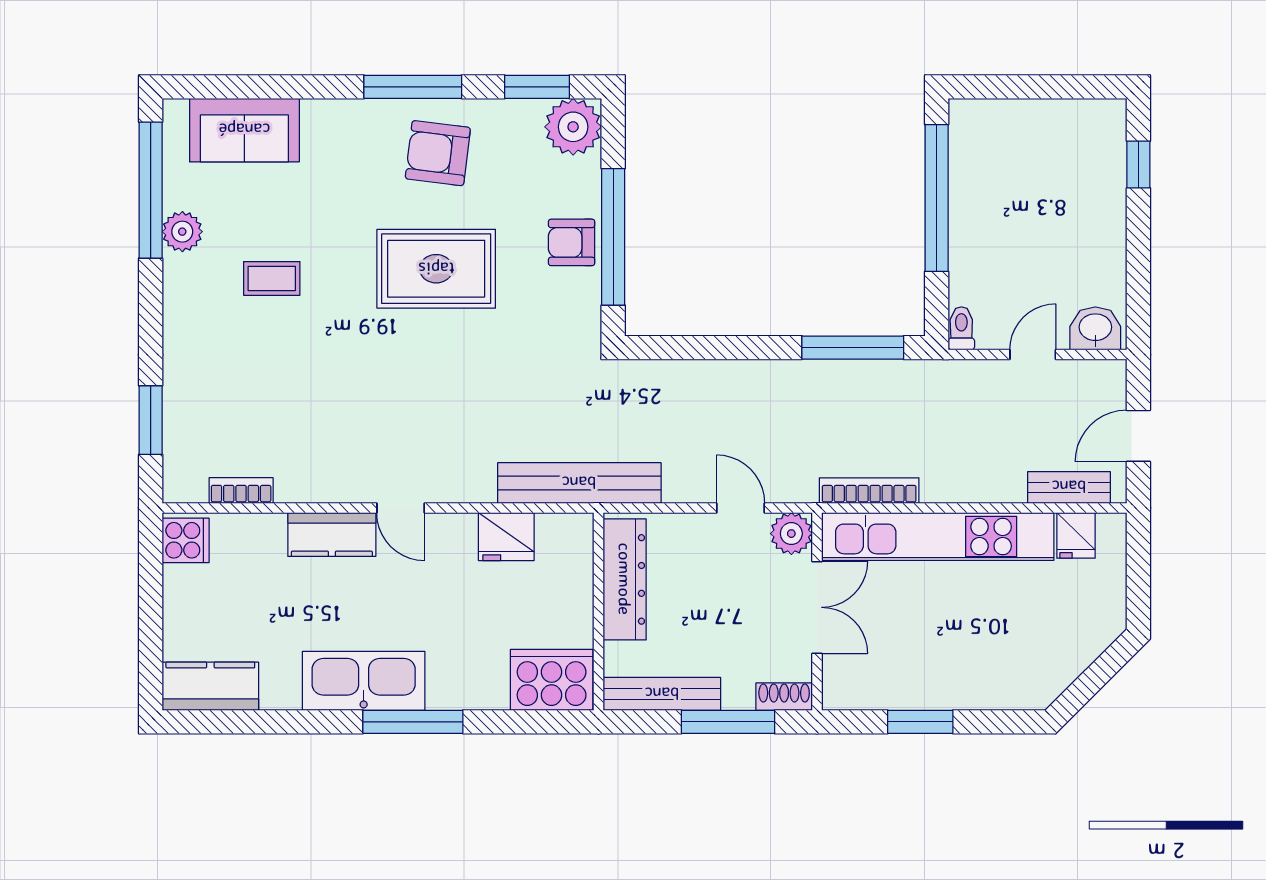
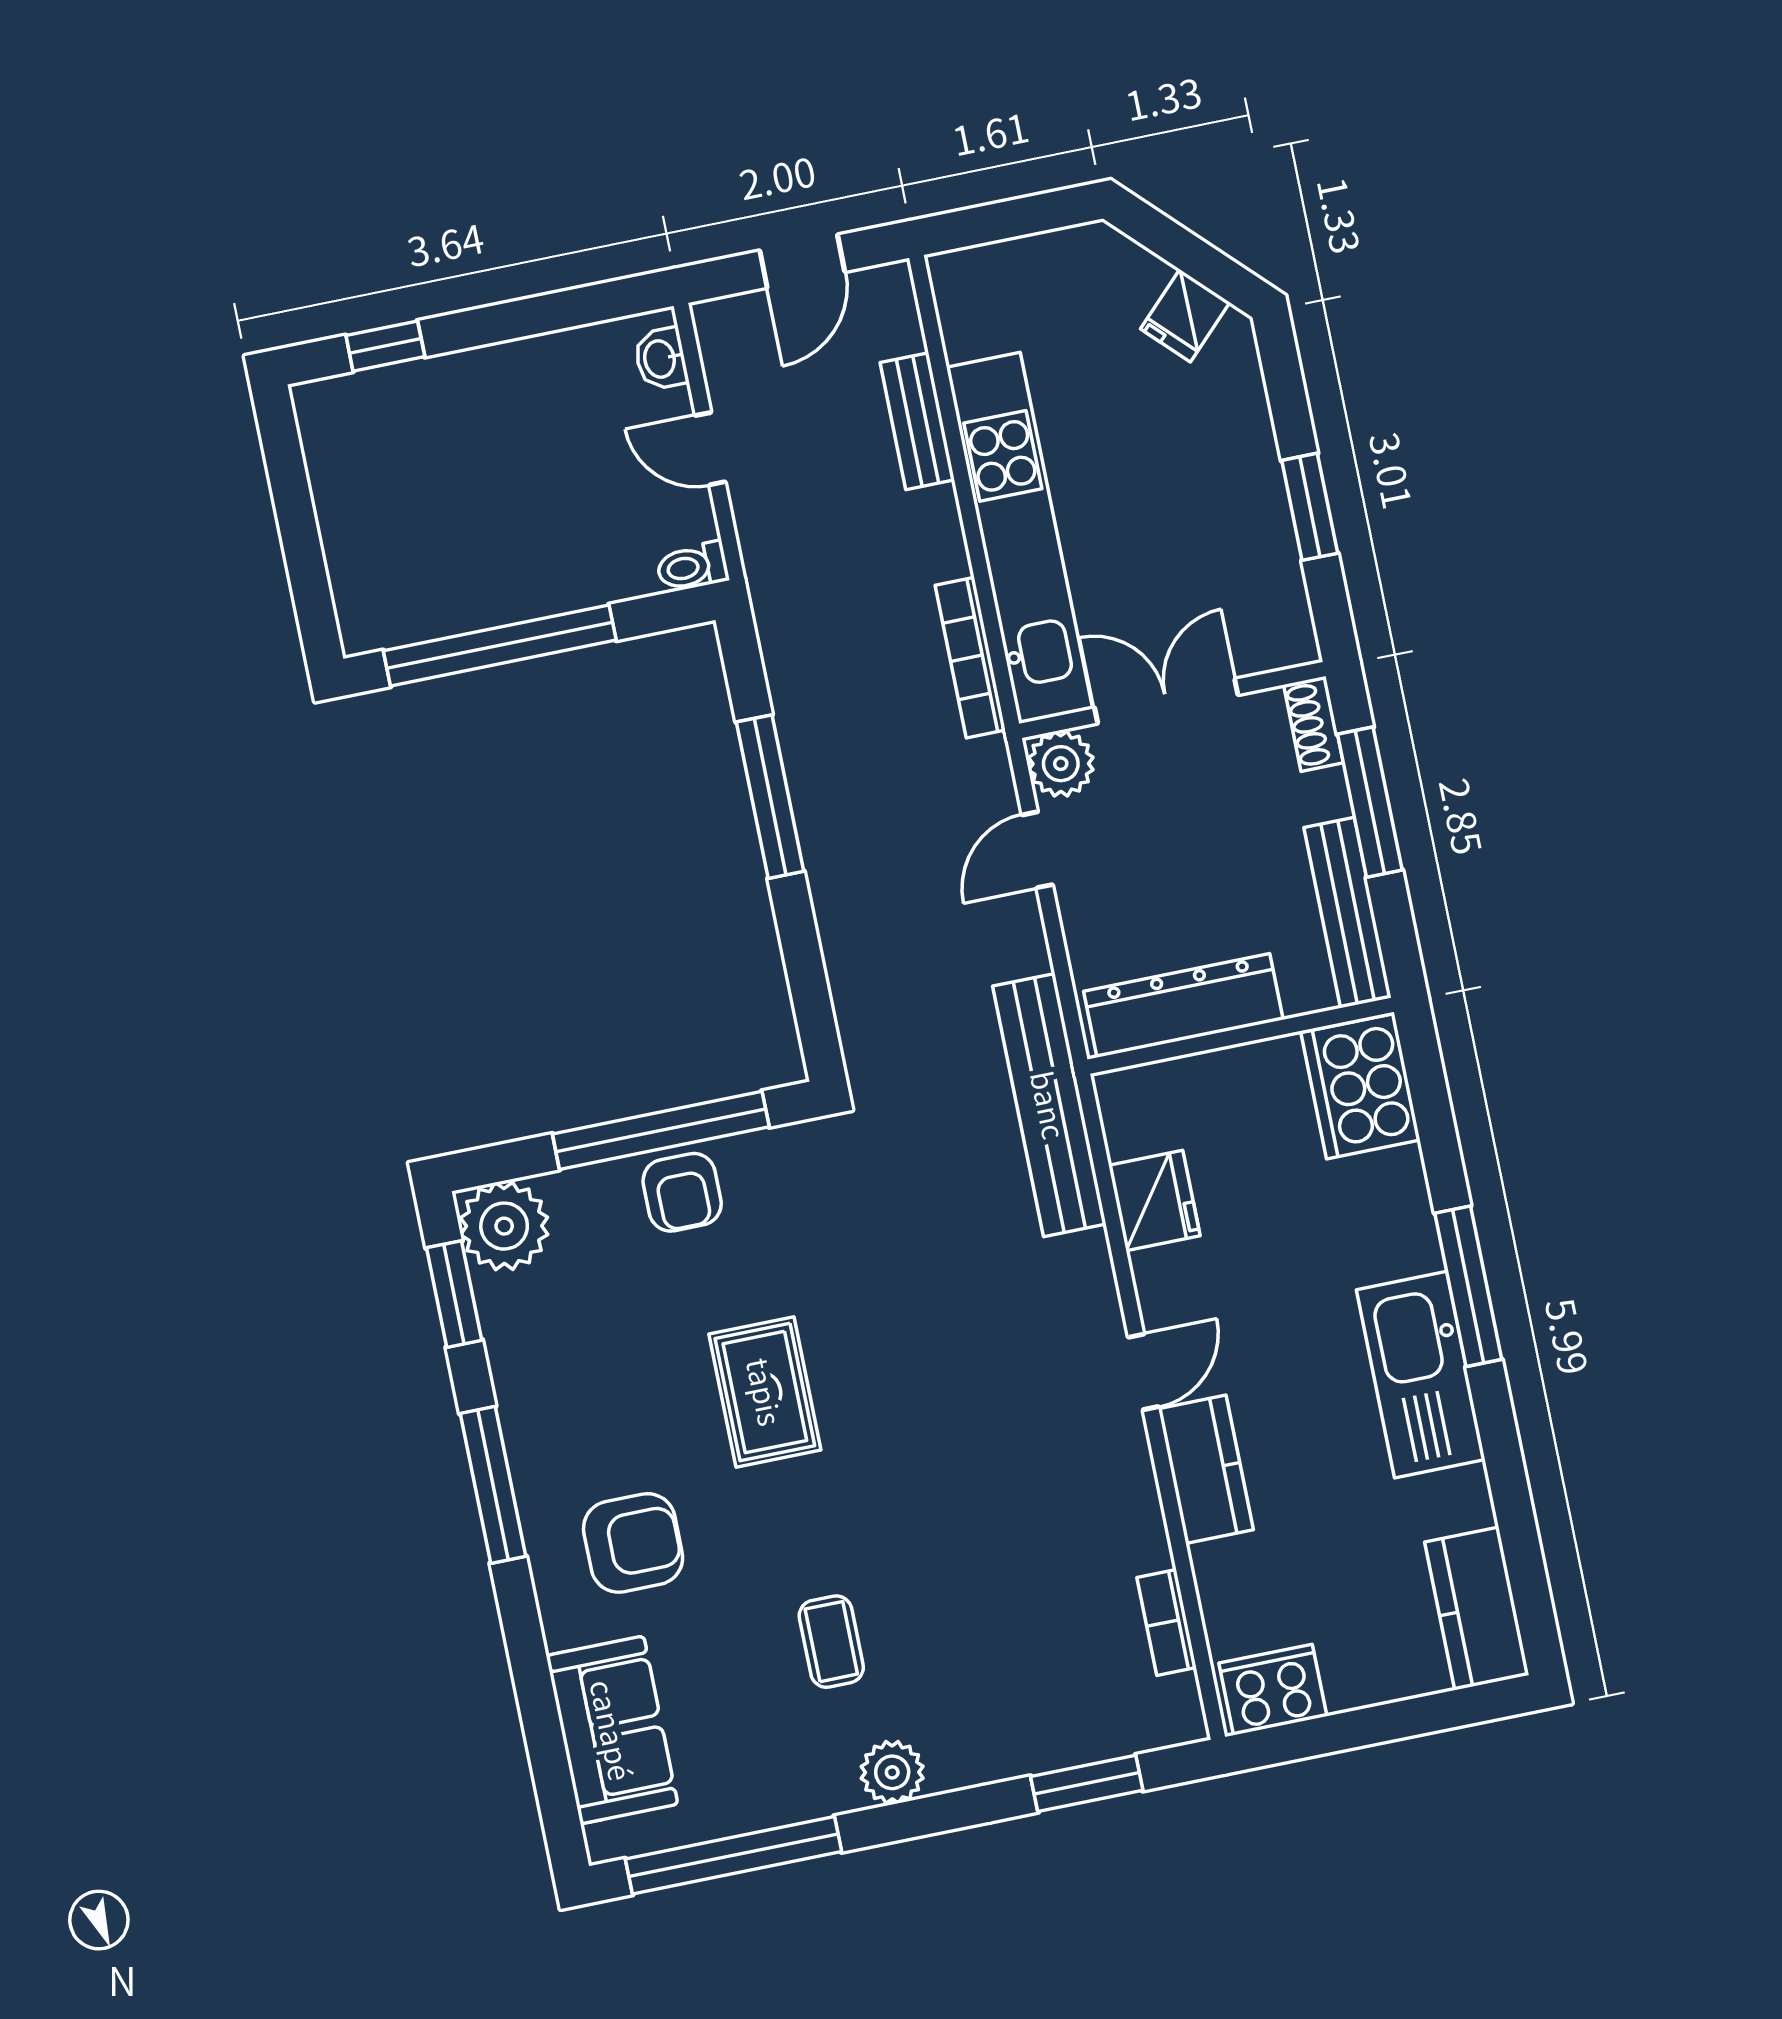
armchair: (438, 153) -> (633, 1543), moved, turned -97
plant: (182, 232) -> (892, 1772), moved
rug: (436, 269) -> (765, 1392), width x0.73, depth x0.70
washbasin: (1095, 328) -> (661, 359), width x0.72, depth x0.69
window: (853, 348) -> (770, 797), moved
door: (1138, 436) -> (802, 261), hinge flipped
bench: (1069, 487) -> (917, 421), moved
fridge: (1076, 535) -> (1185, 316), moved, turned 135
cooker: (186, 540) -> (1273, 1690), width x1.36

